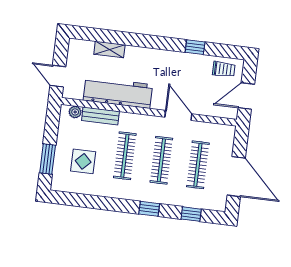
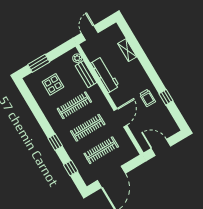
trolley: (224, 69) -> (147, 98), moved
workbench: (118, 93) -> (105, 75), width x0.73, depth x0.76

